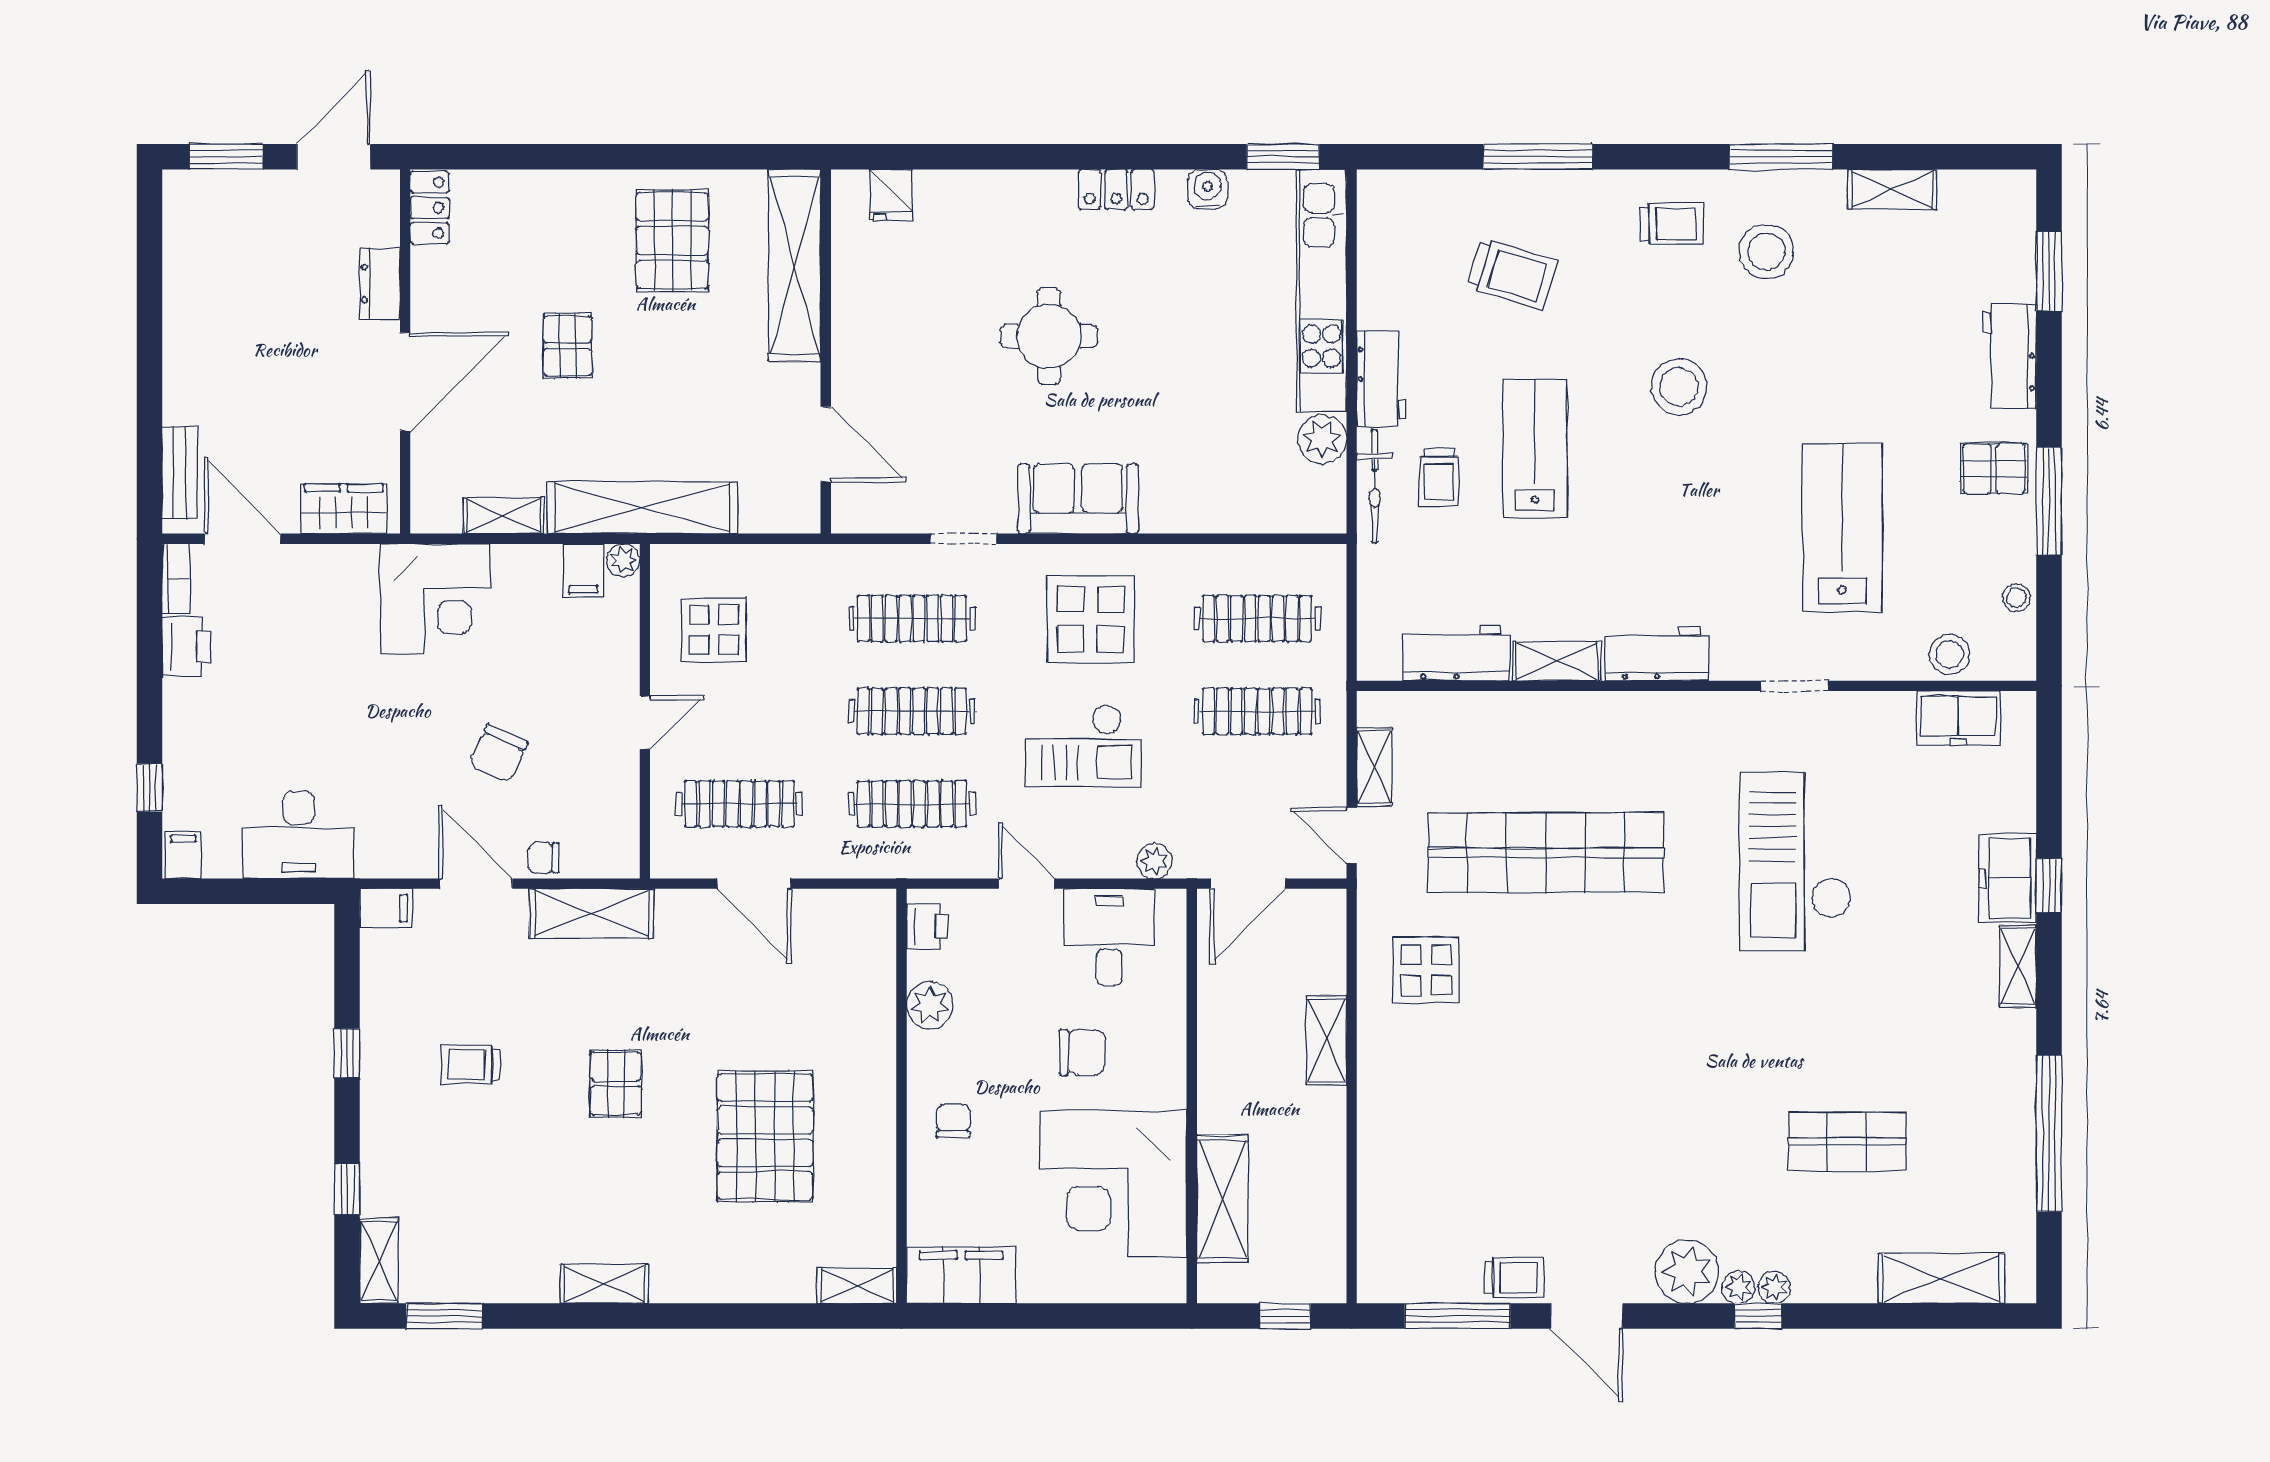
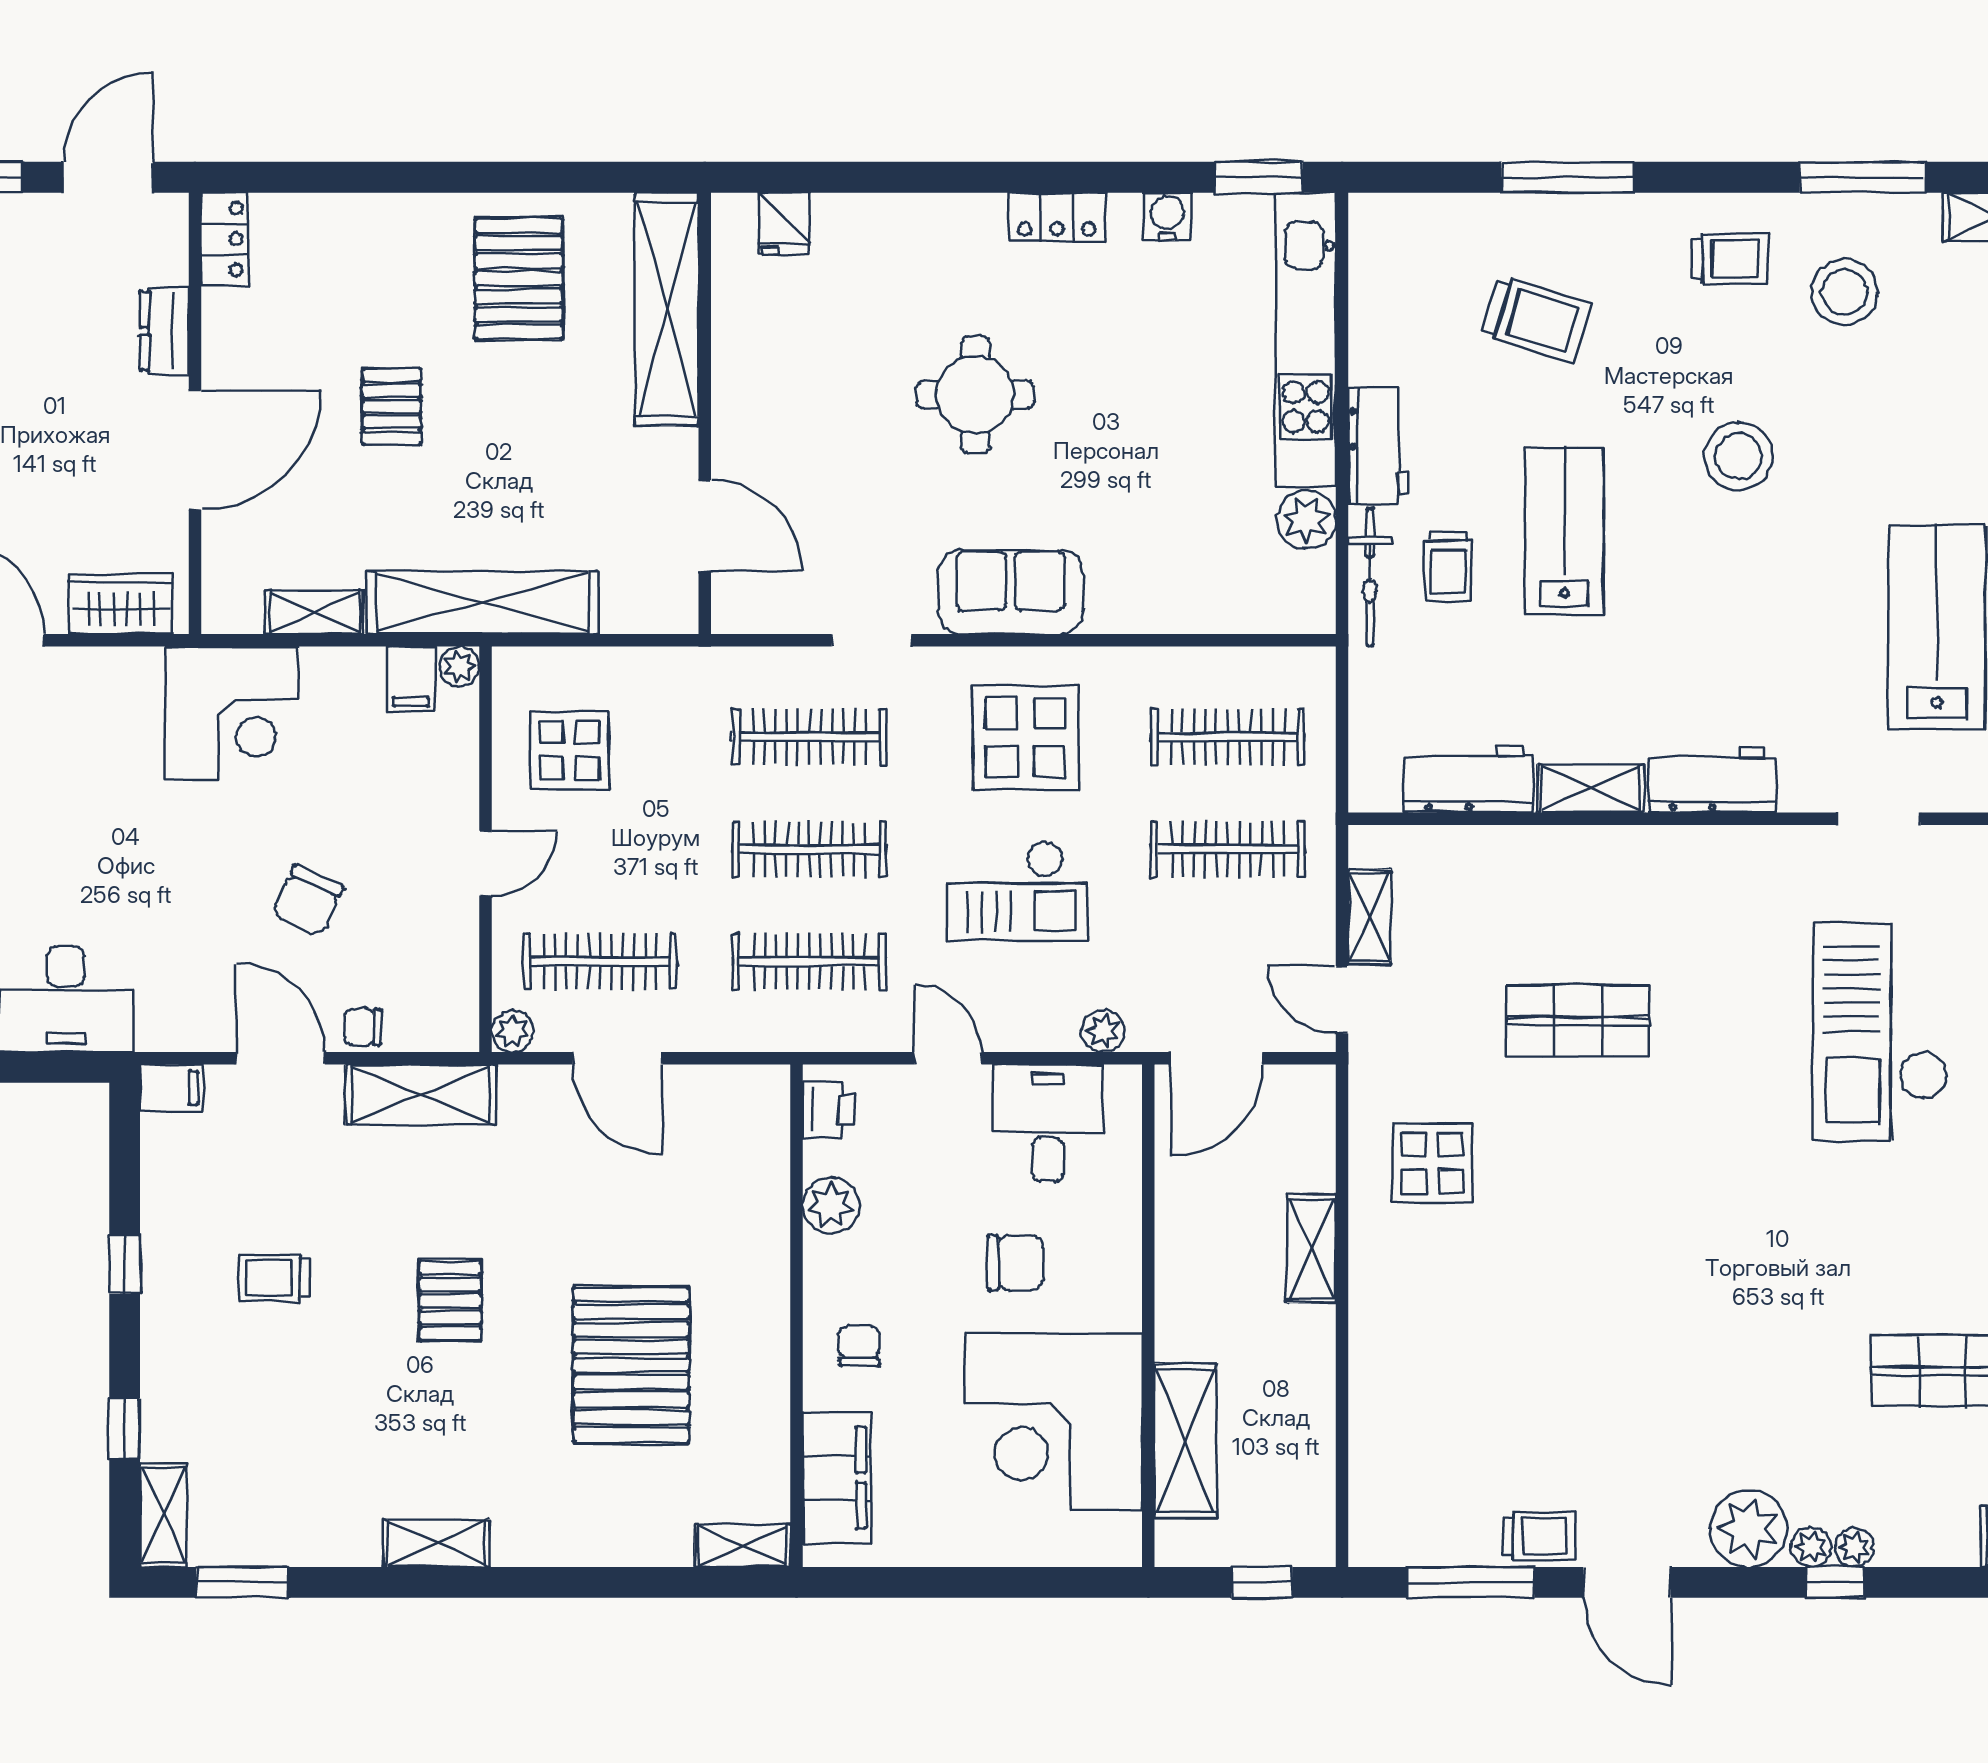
shop shelf: (1546, 853) -> (1578, 1021), width x0.50, depth x0.74
plant: (667, 861) -> (513, 1031), added
filing cabinet: (961, 1275) -> (837, 1478), moved, turned 90

